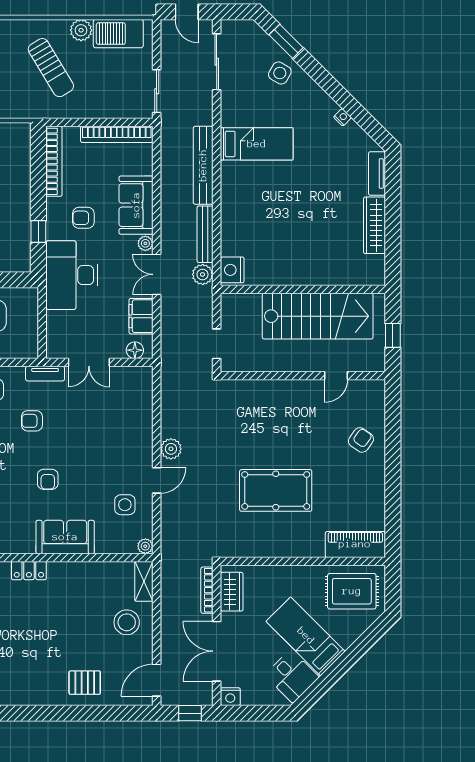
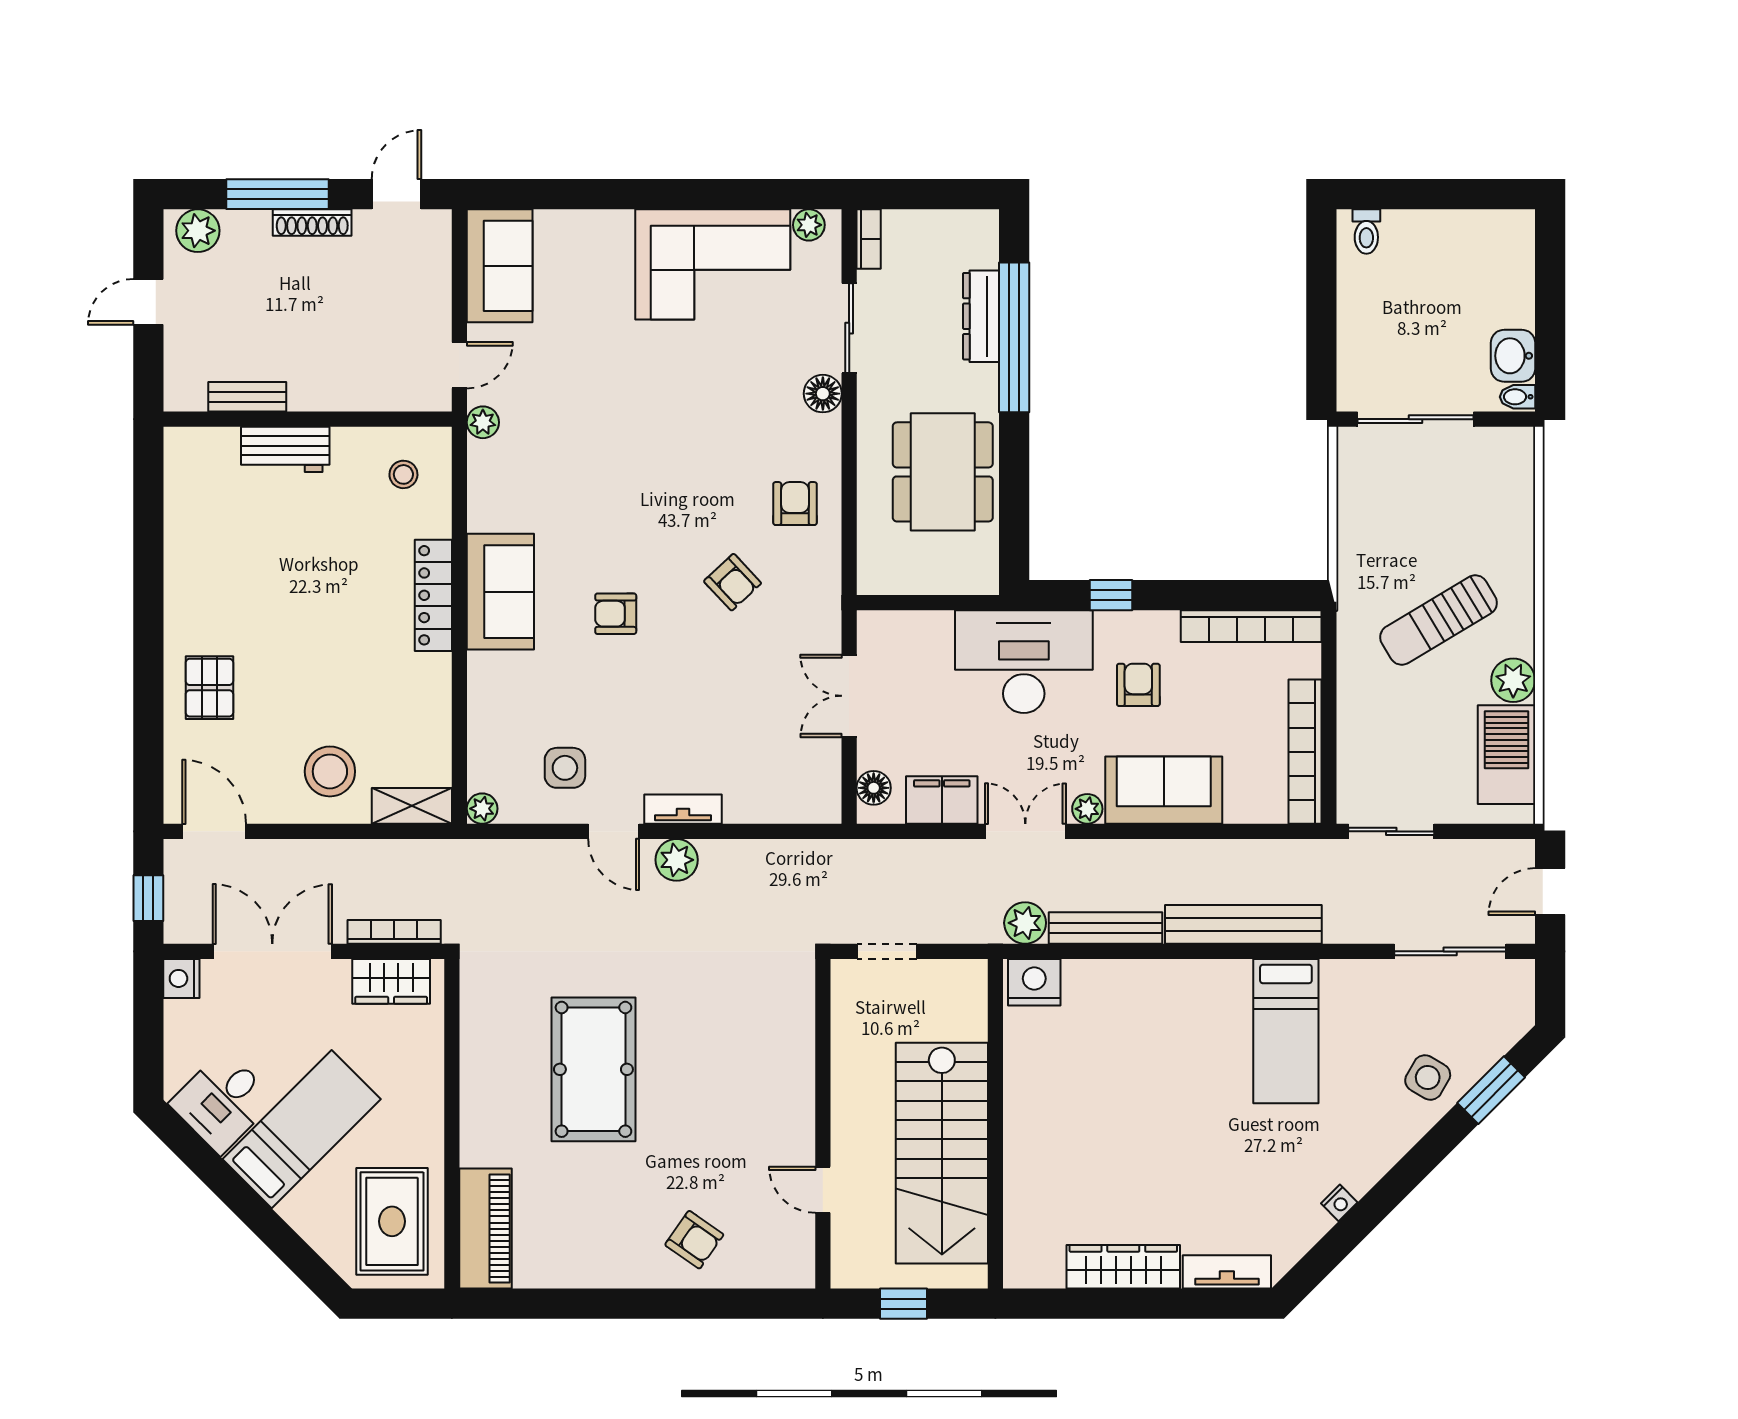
tv unit: (45, 374) -> (683, 809), moved, turned 90
armchair: (32, 421) -> (733, 582), turned 137
sofa: (65, 537) -> (500, 592), moved
locker: (29, 571) -> (433, 595), width x1.53

